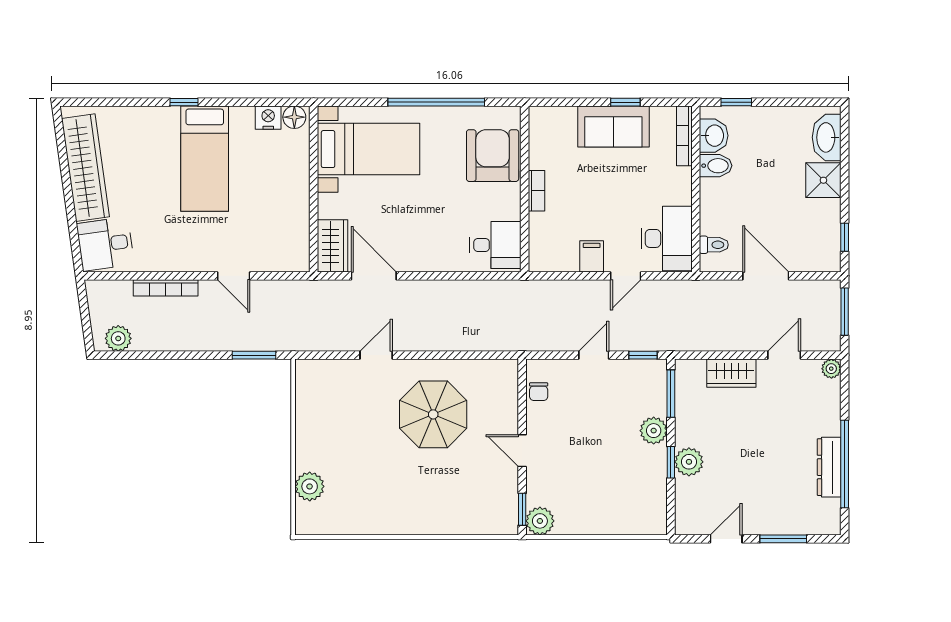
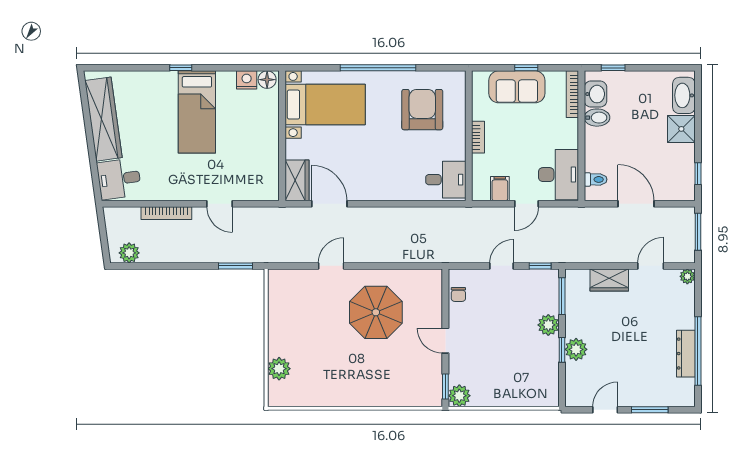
wall: (525, 189) -> (469, 136), moved
bookcase: (536, 191) -> (478, 137), moved
desk: (495, 245) -> (446, 180), moved

